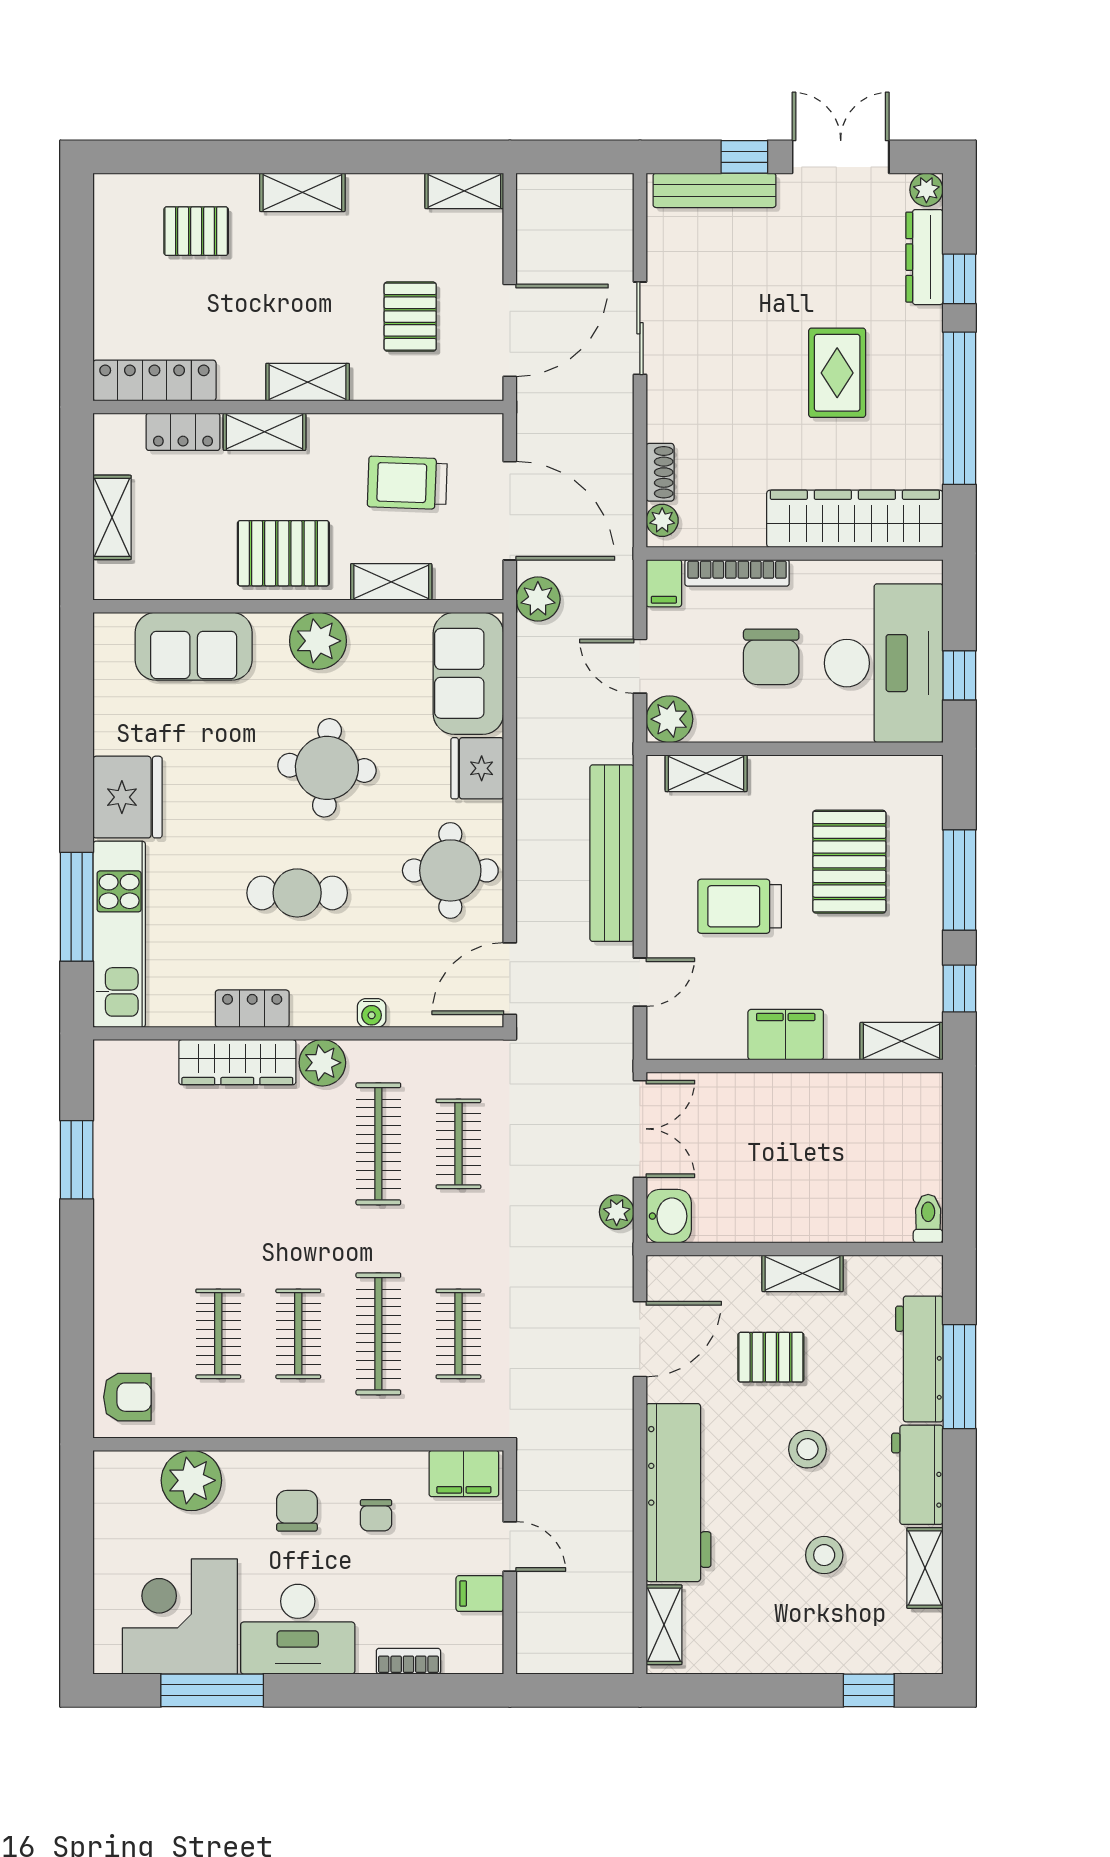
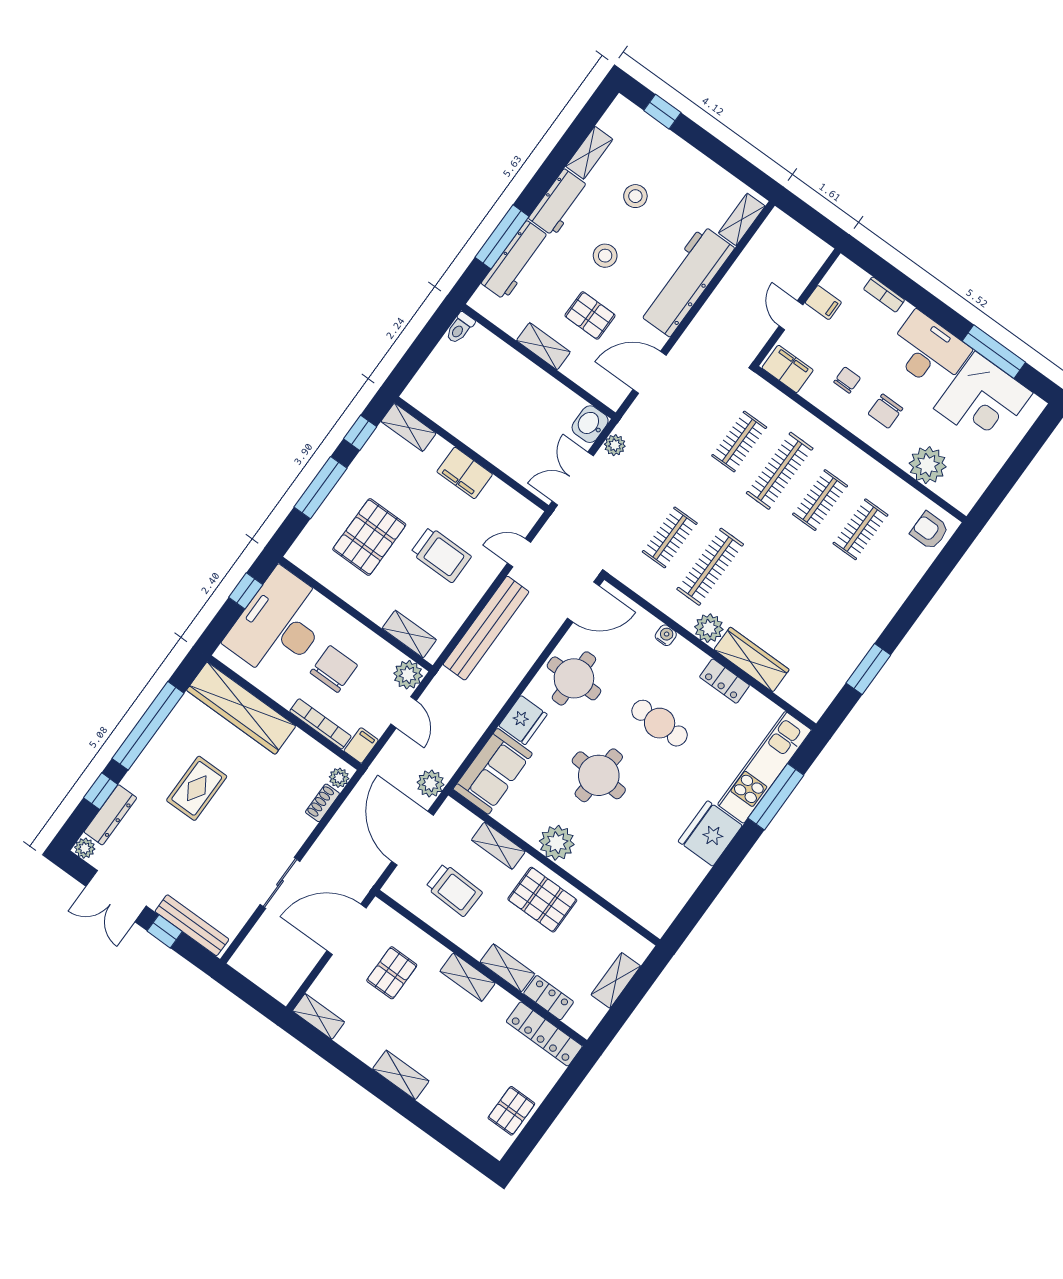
pallet: (196, 231) -> (511, 1111), moved, turned 90
sofa: (194, 646) -> (622, 885), removed

